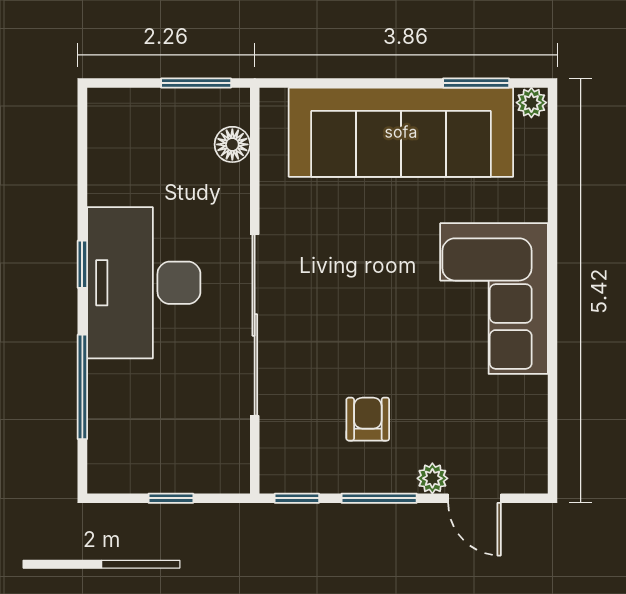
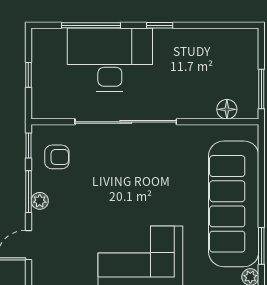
desk: (144, 283) -> (110, 60), moved
armchair: (368, 419) -> (57, 157), moved
plant: (432, 478) -> (40, 201), moved

